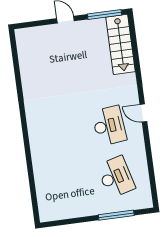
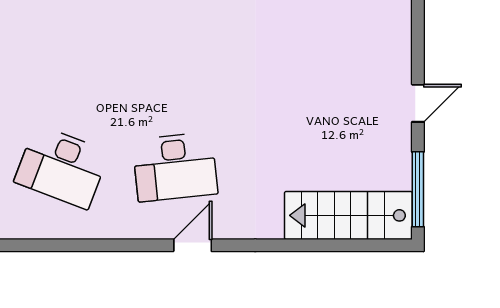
desk: (116, 177) -> (62, 167), turned 36

